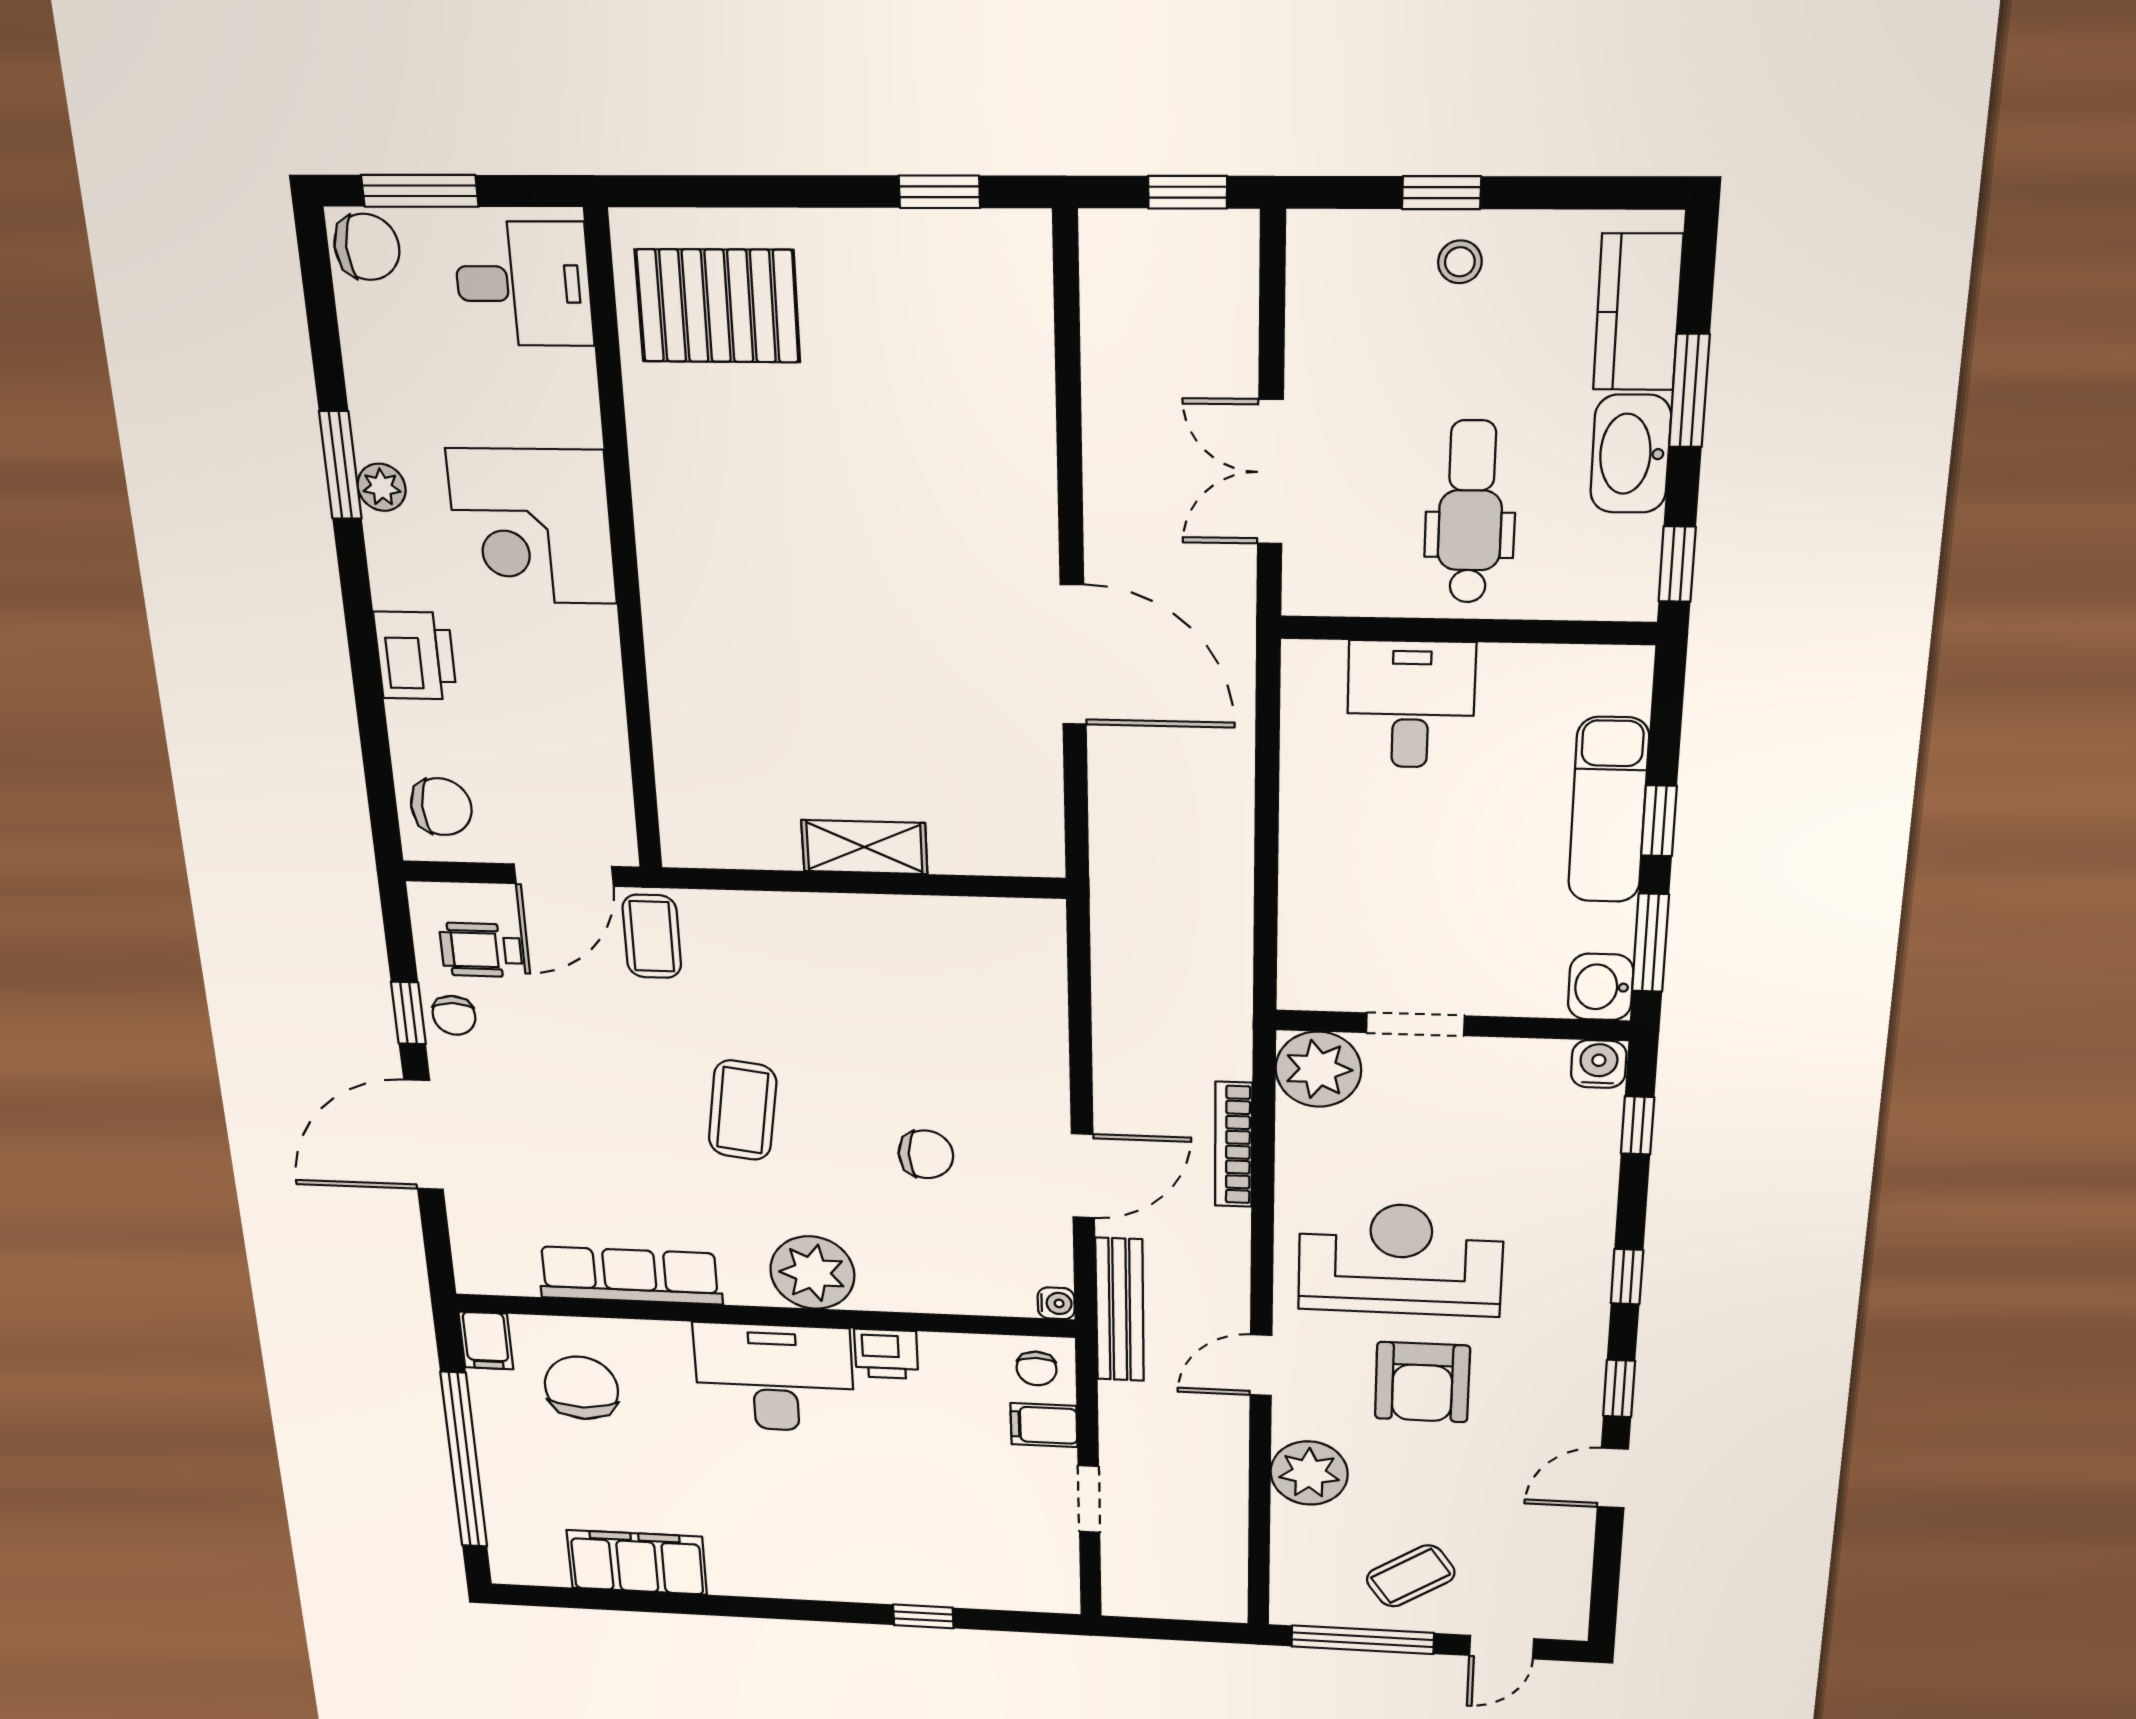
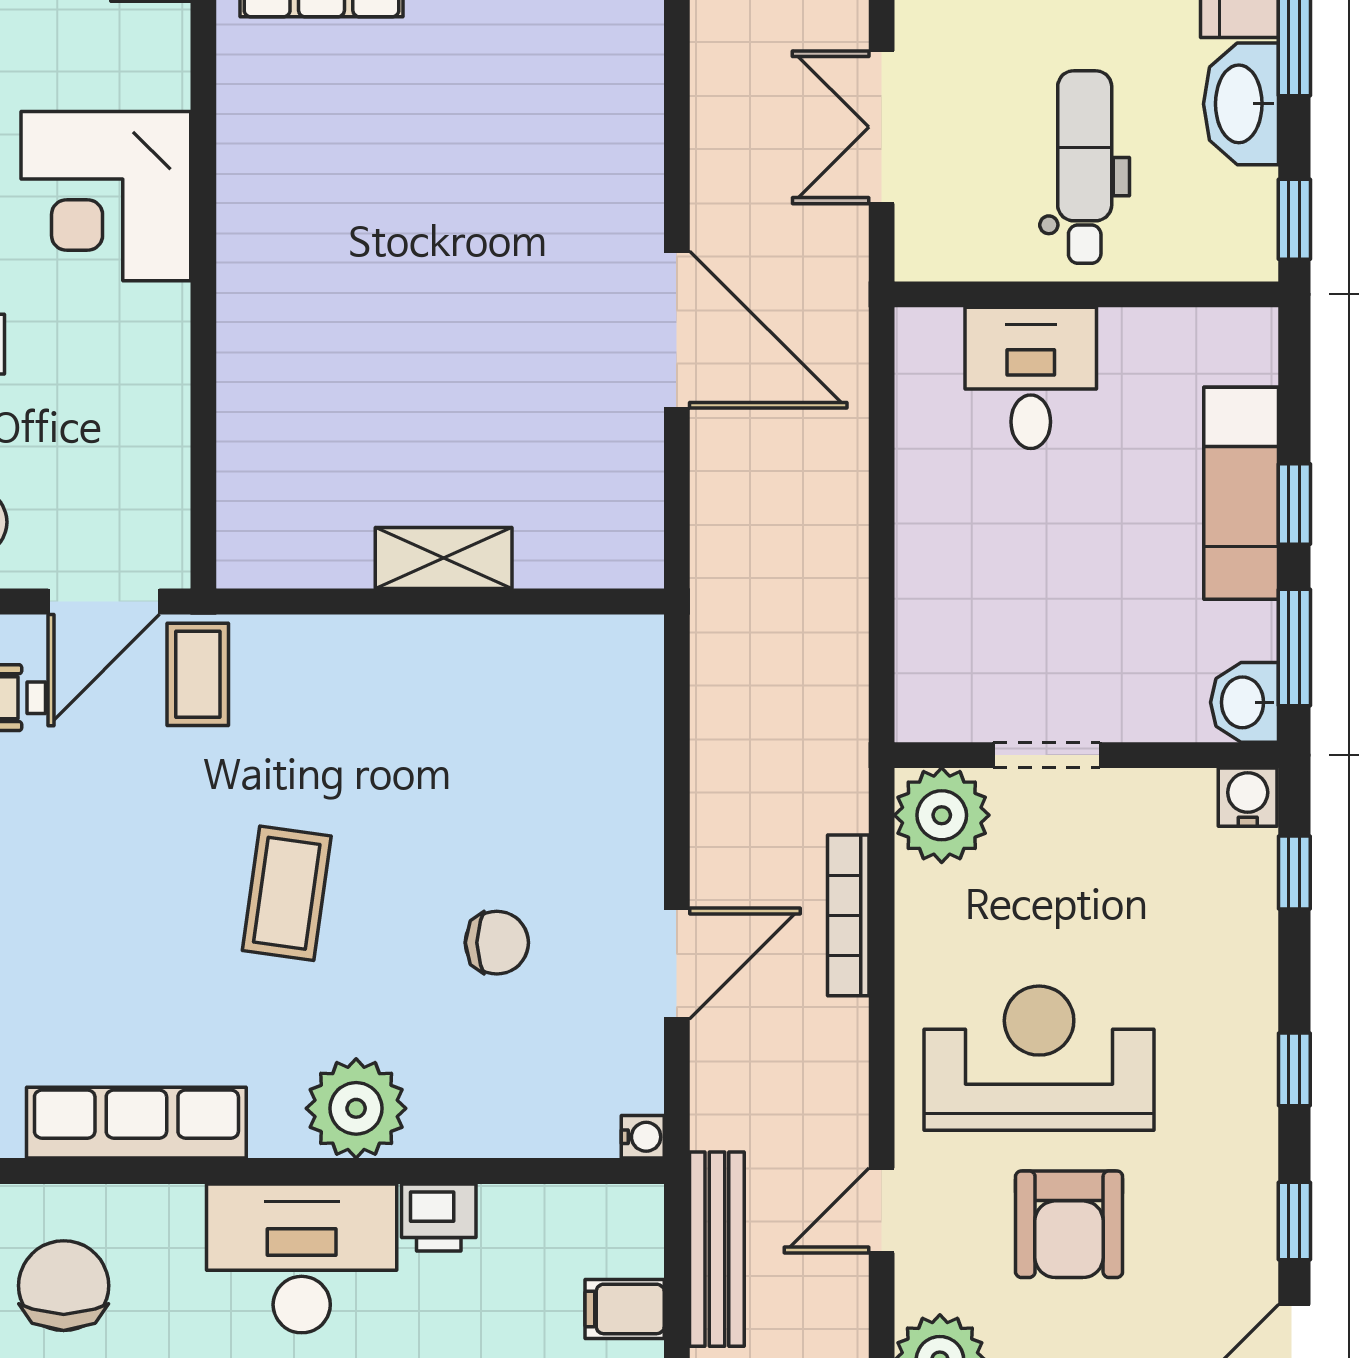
bench: (1120, 1310) -> (717, 1249), moved
chair: (1037, 1369) -> (618, 1229), removed

